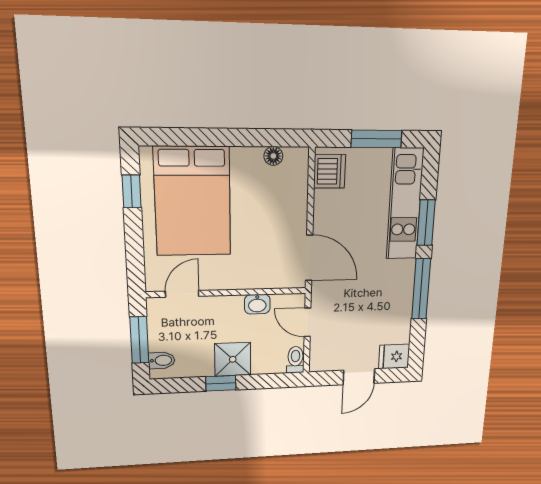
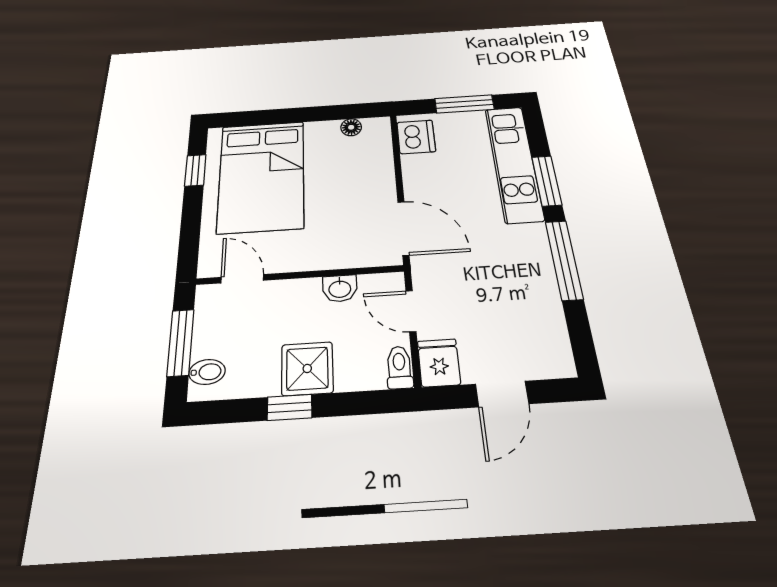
door: (182, 294) -> (242, 279), hinge flipped
fridge: (394, 357) -> (439, 363), moved, turned 90

